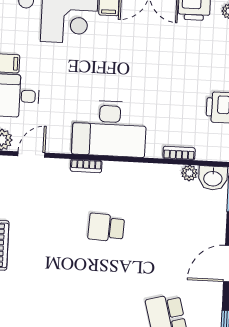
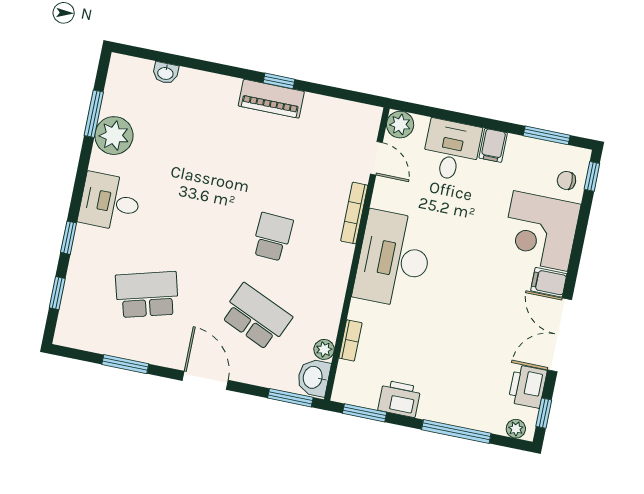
bookcase: (86, 166) -> (354, 213), width x1.56
school desk: (172, 231) -> (256, 317), added

